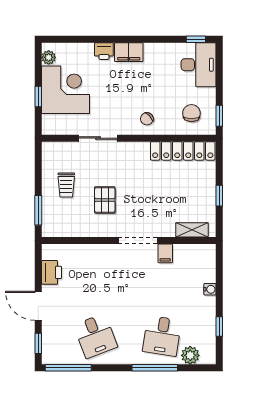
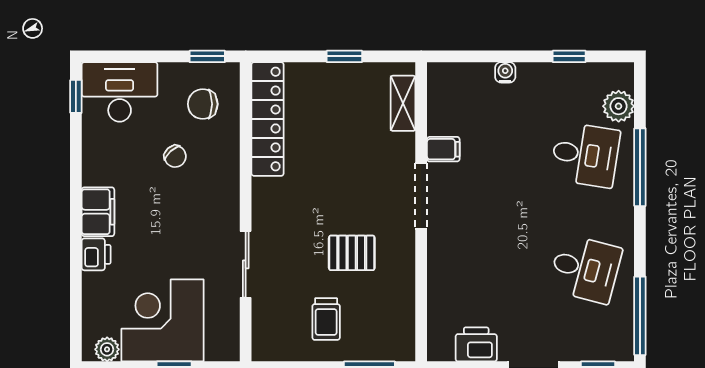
chair: (147, 119) -> (175, 156), moved
trolley: (66, 185) -> (326, 319), turned 90
desk: (96, 336) -> (585, 269), turned 36

